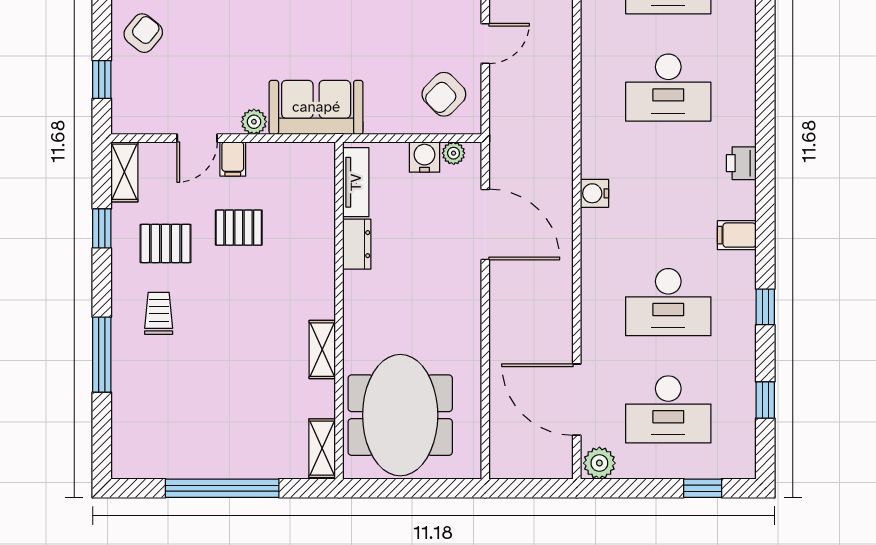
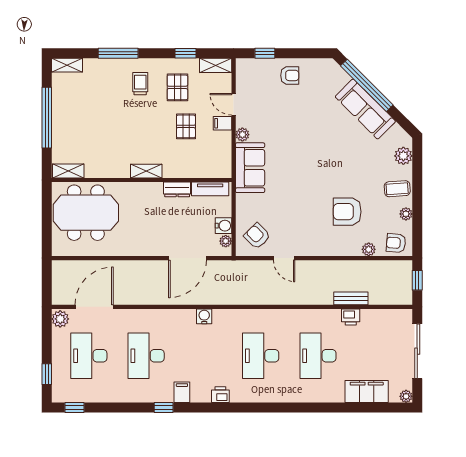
armchair: (143, 33) -> (290, 75), turned -39
window: (765, 307) -> (164, 407), moved
trolley: (159, 313) -> (140, 84), turned -90
shelving: (322, 350) -> (146, 171), moved
window: (765, 400) -> (75, 407), moved
shelving: (124, 450) -> (67, 65), added

